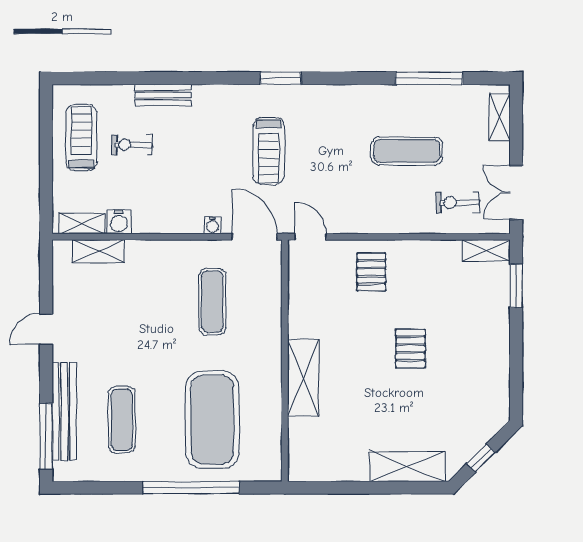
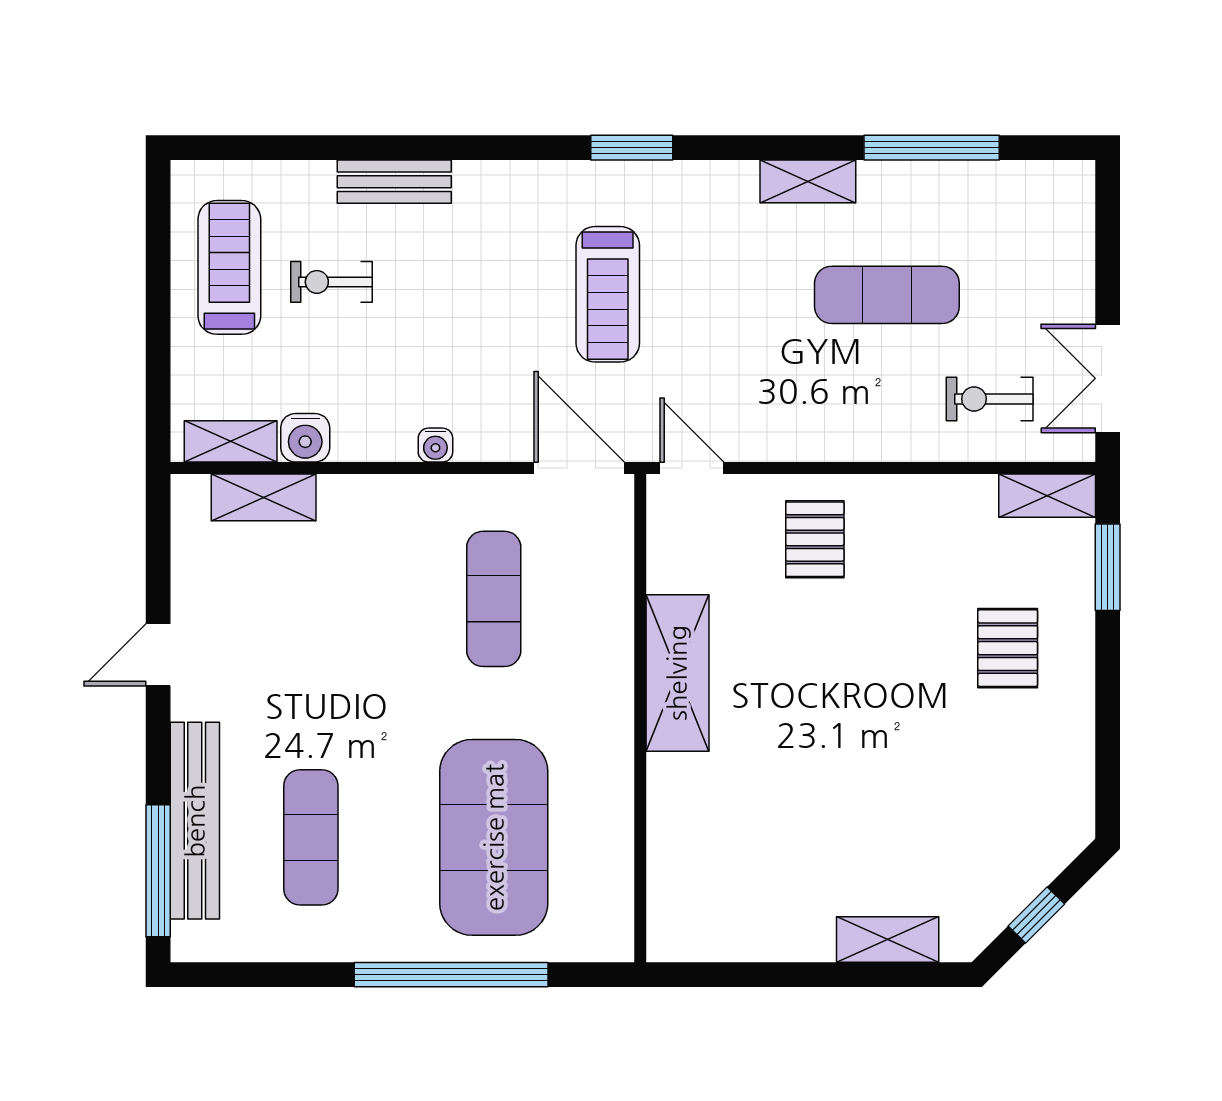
shelving: (499, 117) -> (808, 181), moved, turned 90
water cooler: (212, 225) -> (435, 445), moved
pallet: (411, 348) -> (1008, 648), moved
shelving: (303, 378) -> (677, 673), moved
shelving: (407, 466) -> (888, 939), width x0.67, depth x0.75

